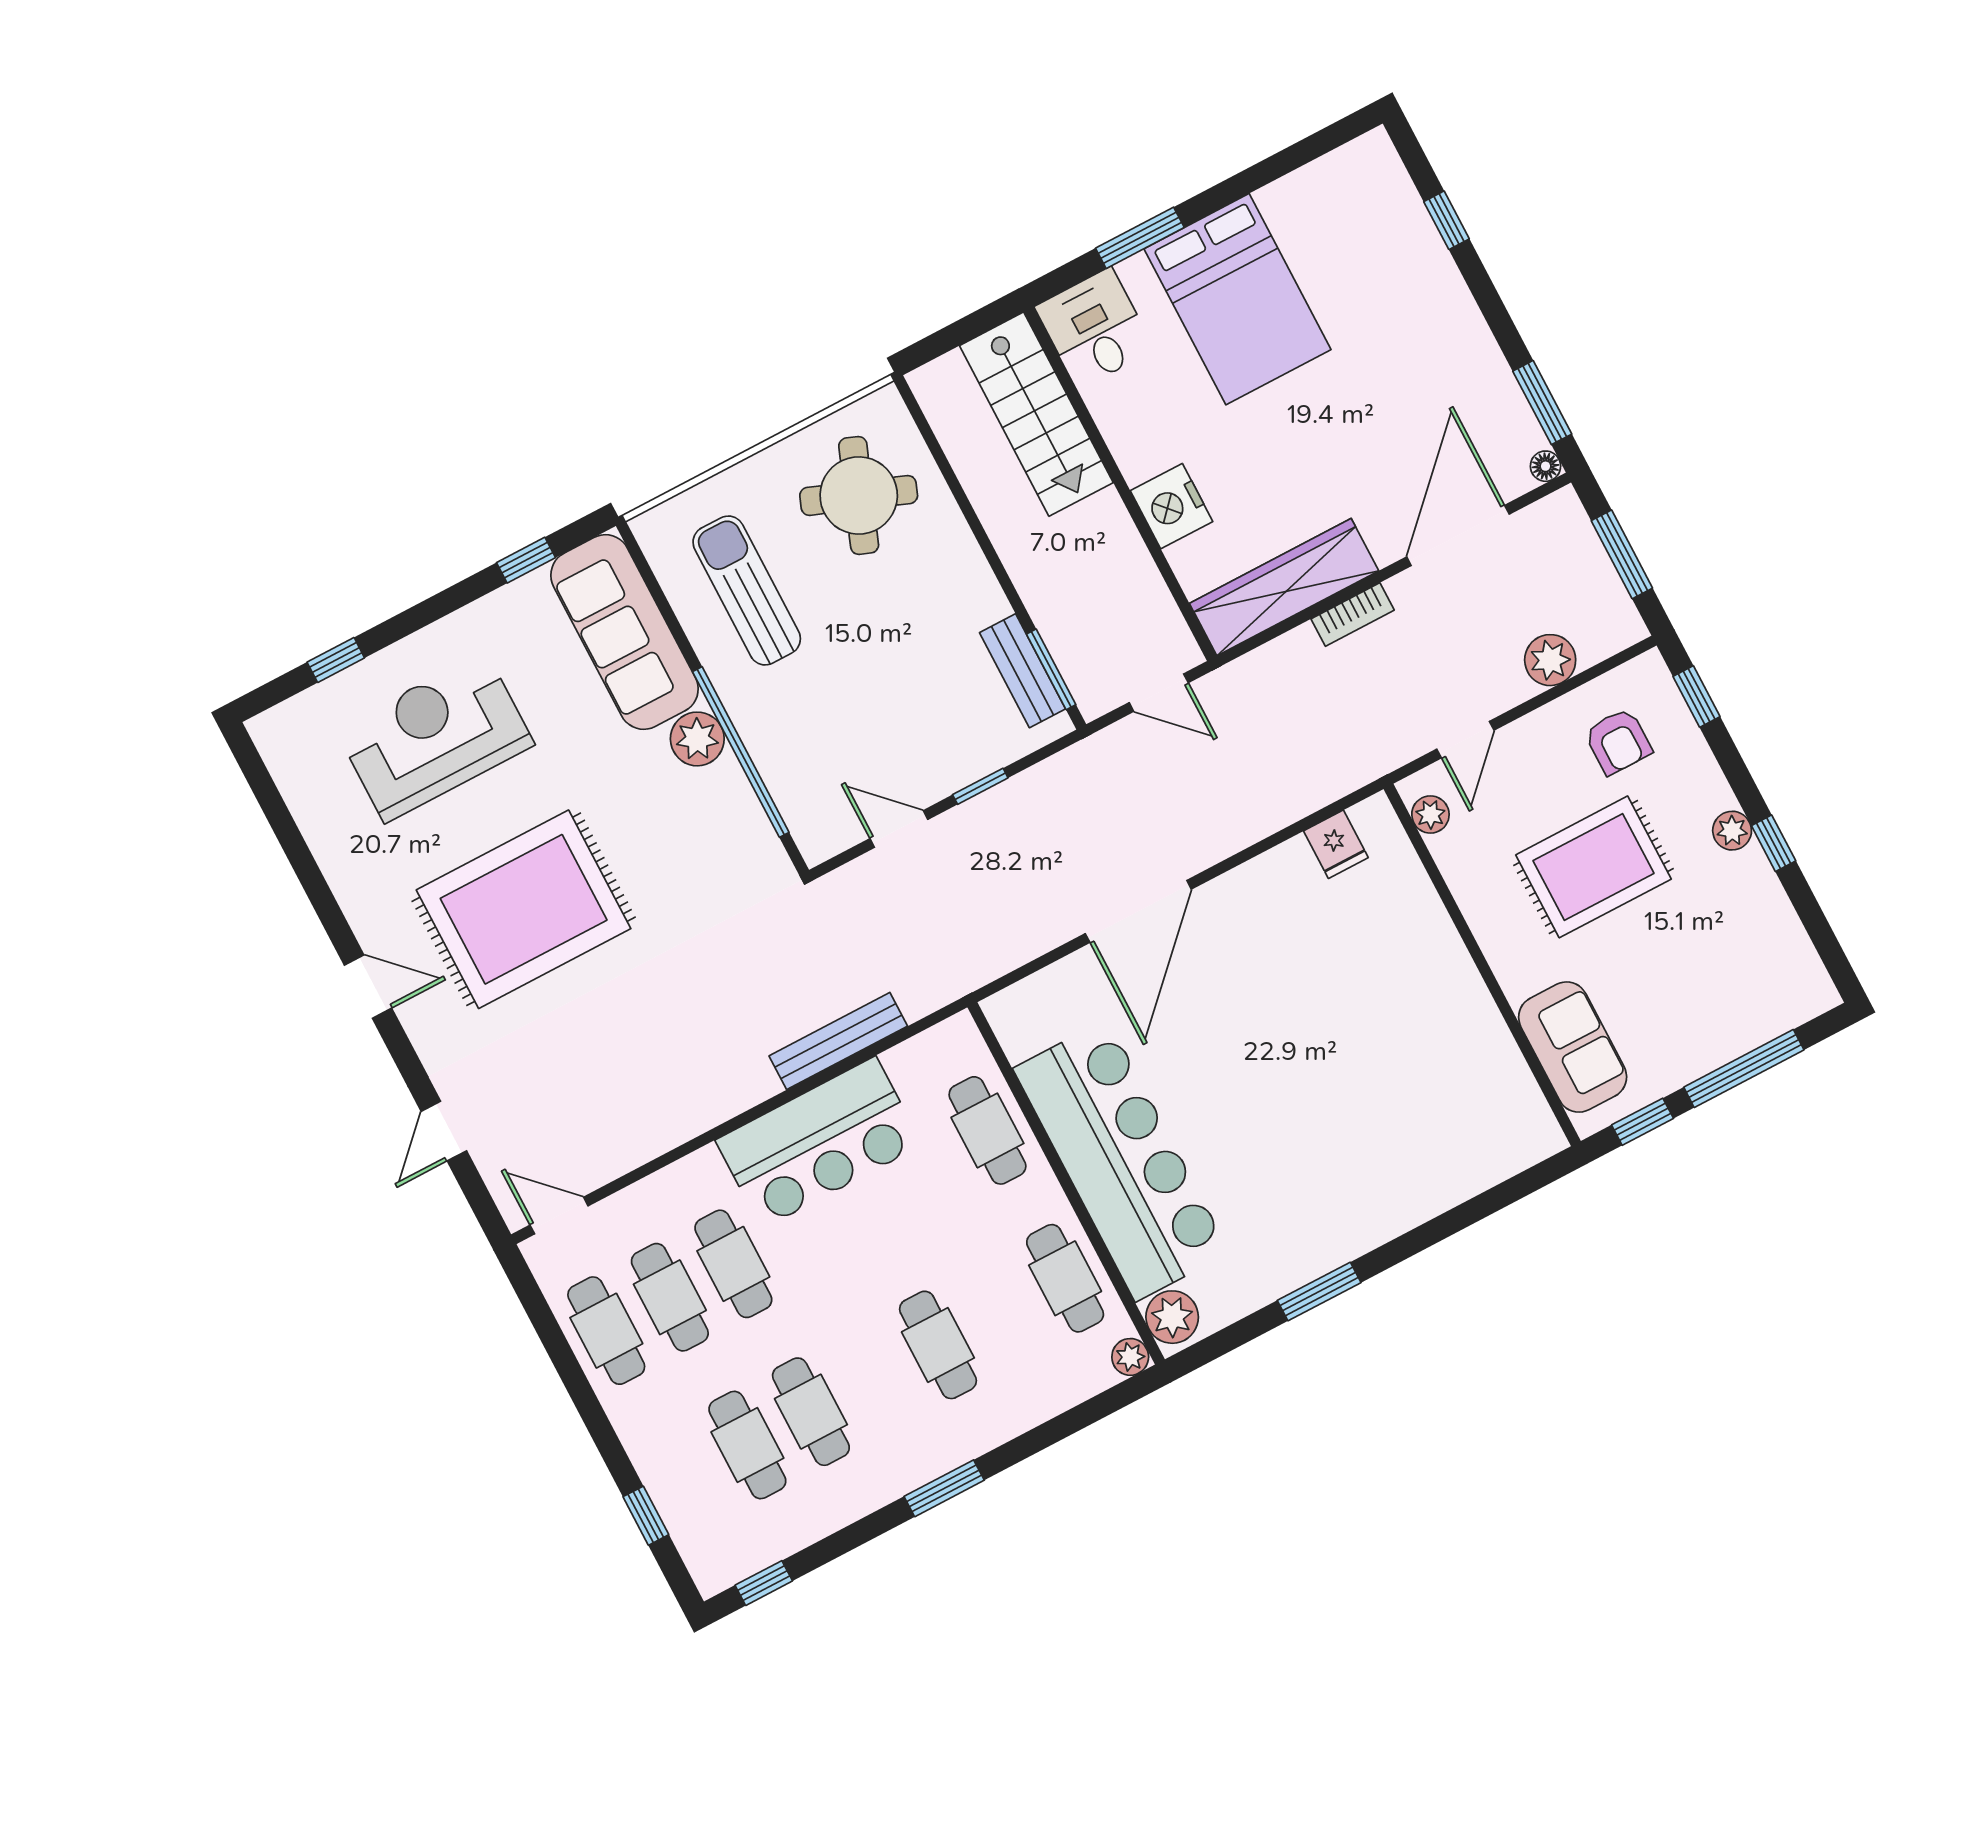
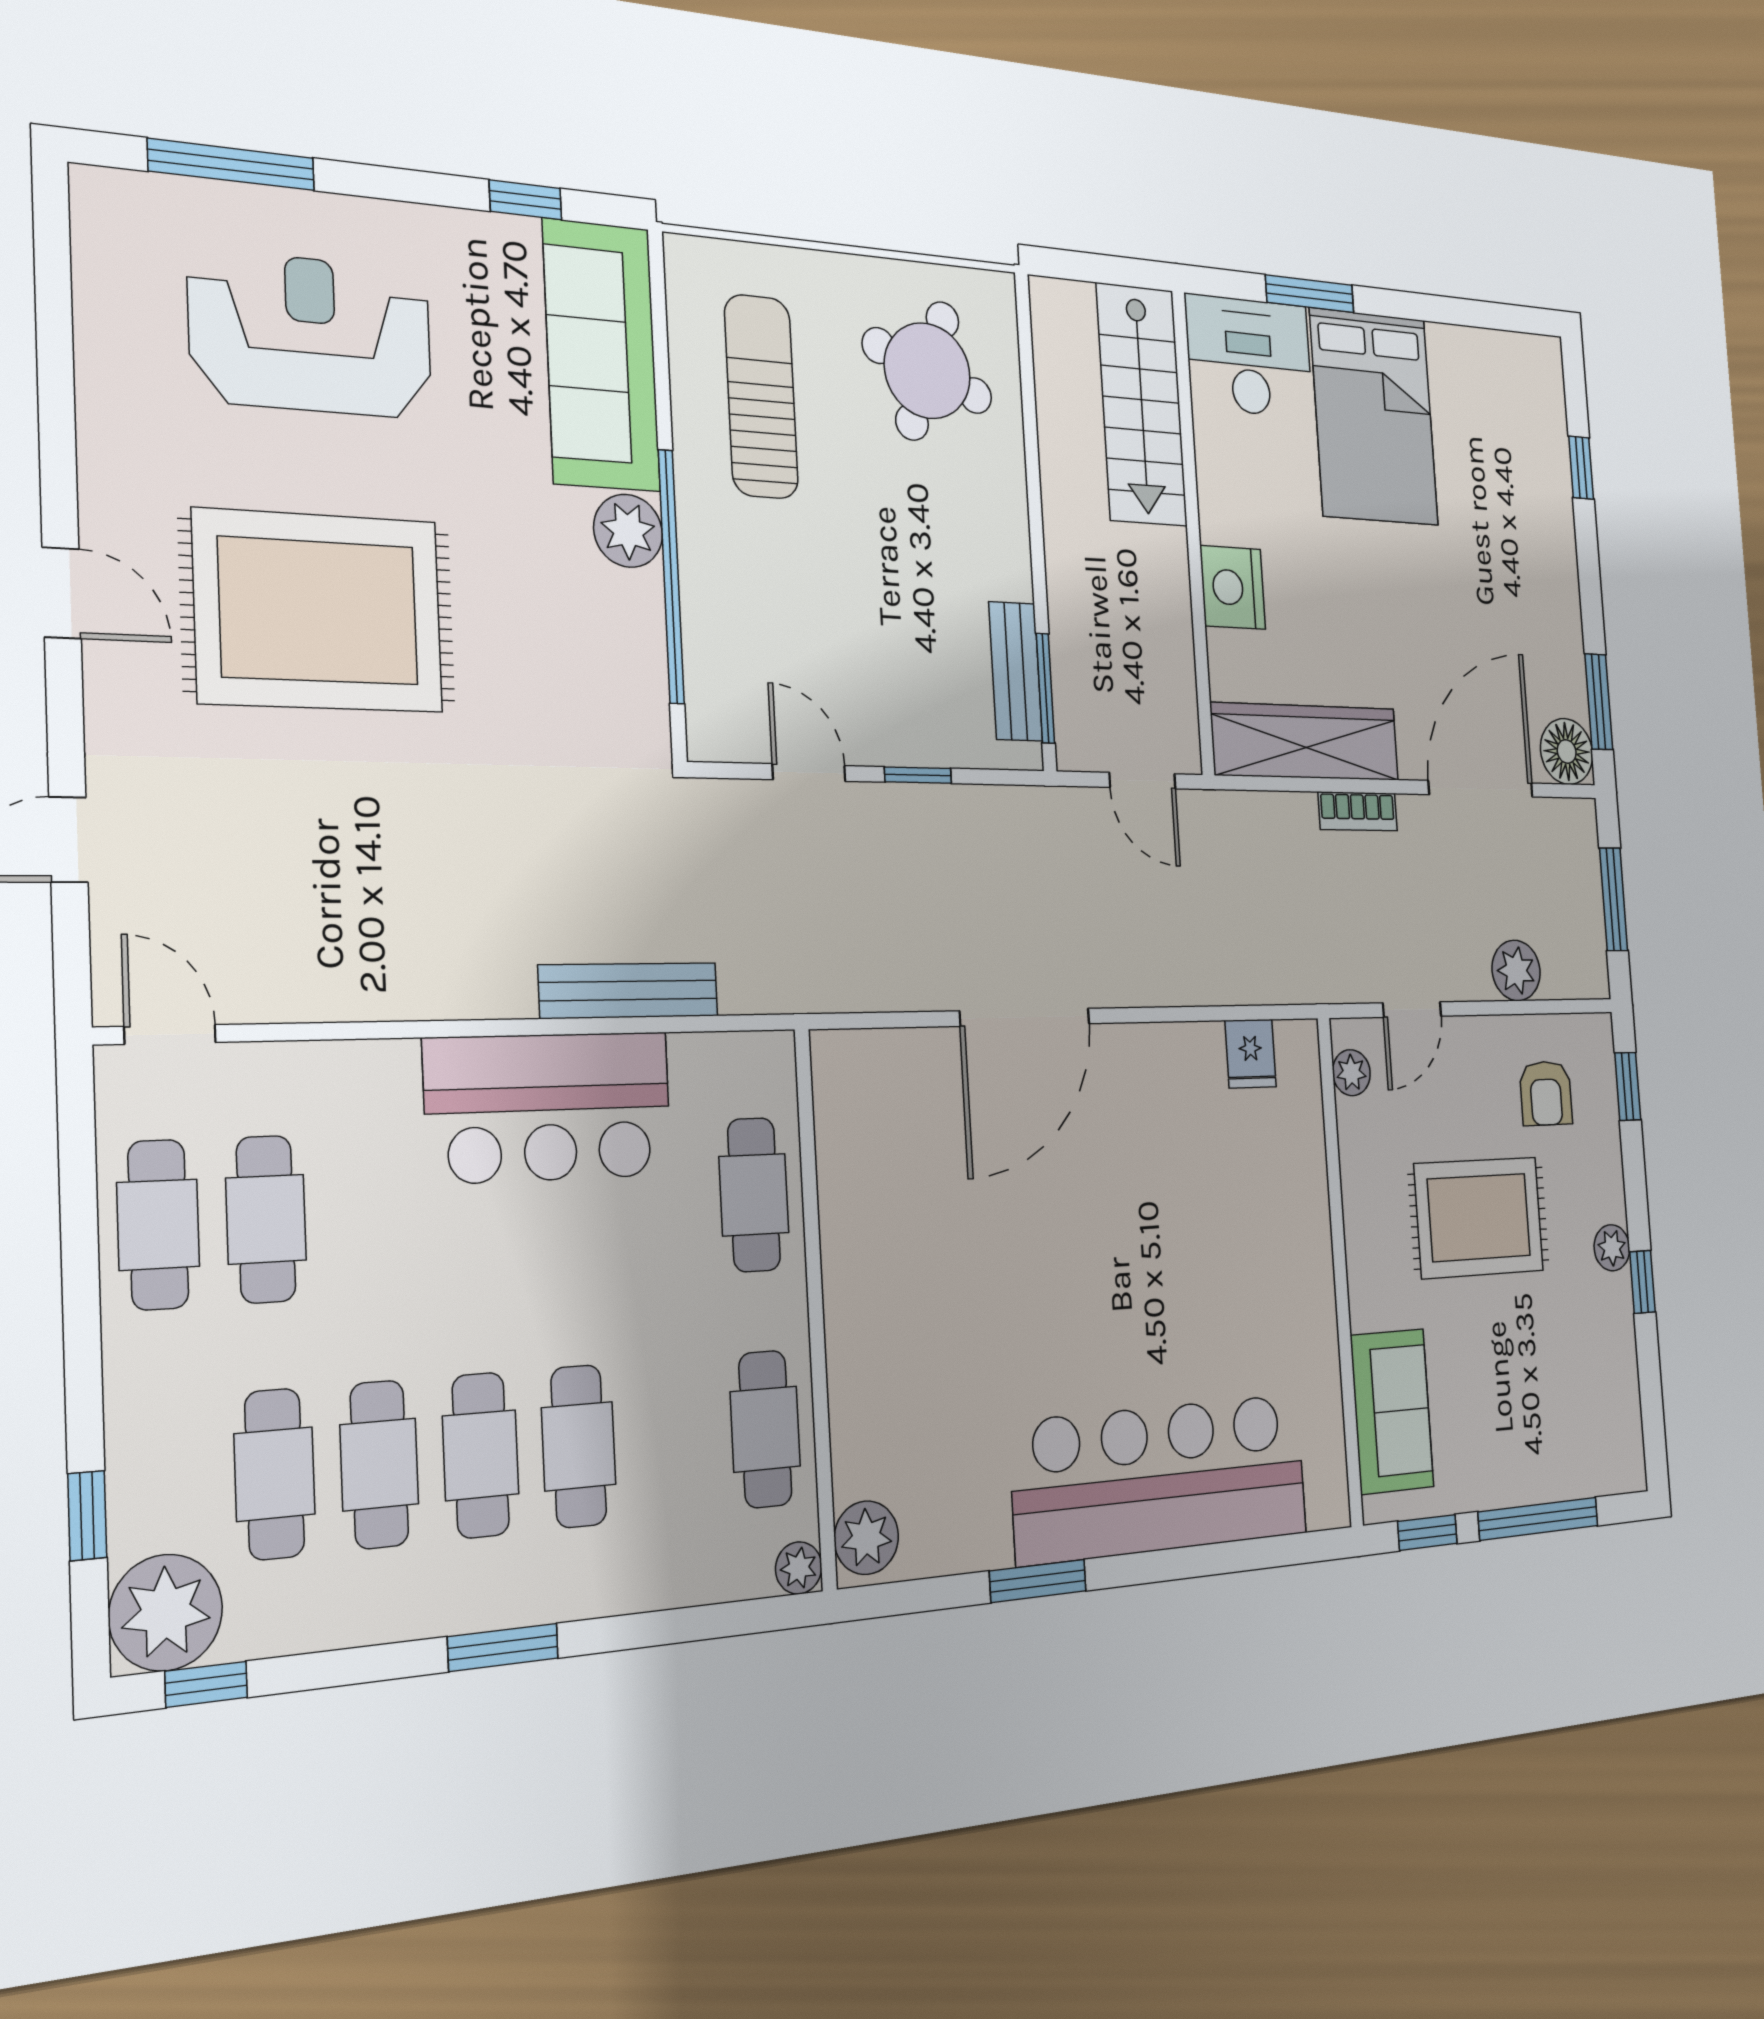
desk: (1095, 328) -> (1249, 356), width x1.37
floor lamp: (1546, 466) -> (1567, 751), width x1.89, depth x1.89
window: (336, 660) -> (231, 165), width x2.17
bar counter: (1121, 1161) -> (1161, 1478), moved, turned -90
cafe table: (733, 1264) -> (481, 1455), moved
plant: (719, 1552) -> (166, 1613), added

